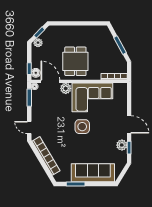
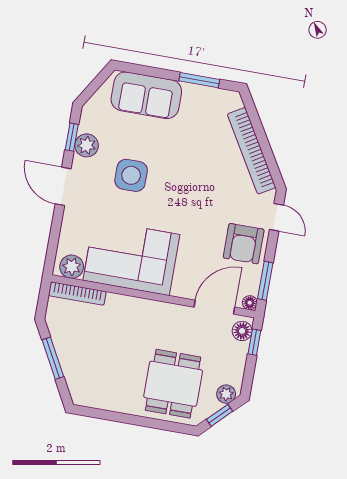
dining table: (75, 61) -> (173, 384), moved
door: (50, 81) -> (214, 307), swing flipped
plant: (66, 88) -> (72, 267), moved
armchair: (42, 113) -> (244, 244), added
side table: (82, 127) -> (131, 175), moved
sofa: (93, 173) -> (146, 95), width x0.73

